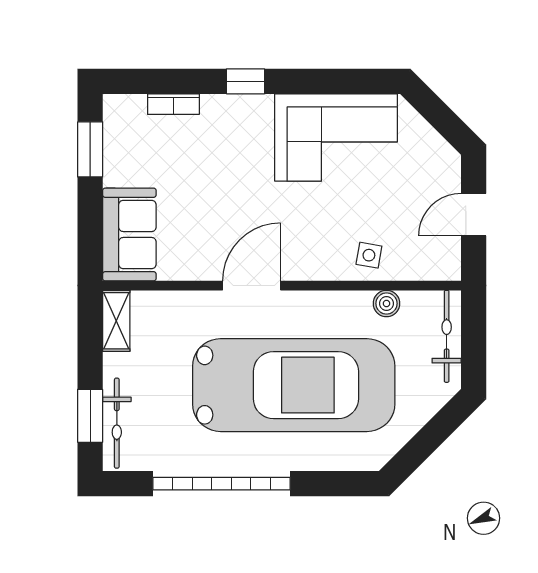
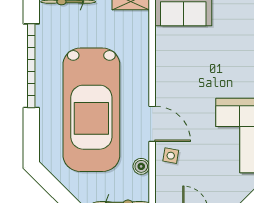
door: (252, 286) -> (152, 124), moved

